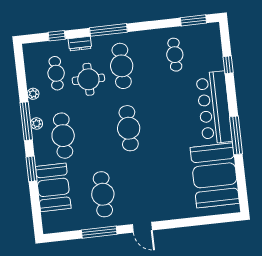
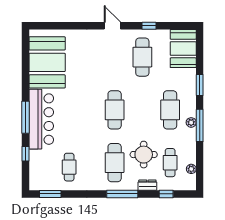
plant: (33, 94) -> (191, 169), moved
window: (236, 135) -> (25, 117), moved
booth: (53, 187) -> (183, 49), moved
window: (99, 232) -> (149, 26), width x0.46

